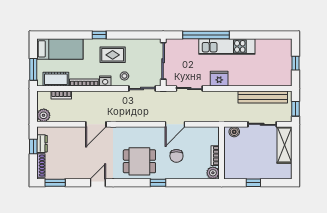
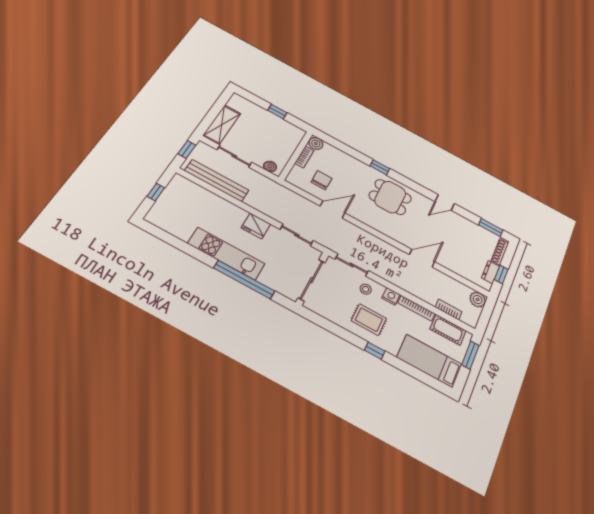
chair: (176, 156) -> (322, 180), moved

